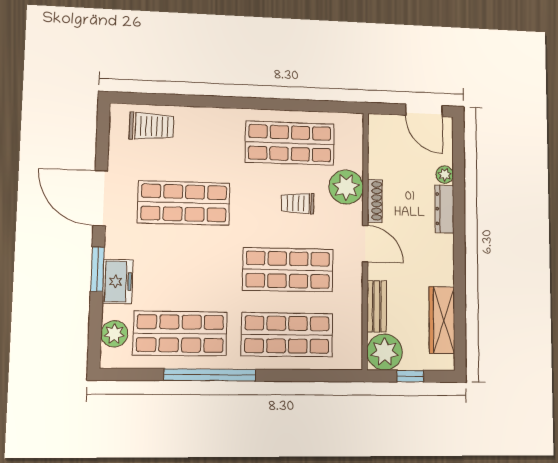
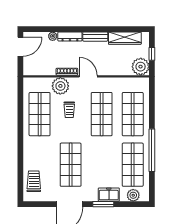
door: (365, 244) -> (88, 76), hinge flipped
bench: (377, 306) -> (95, 37), moved

